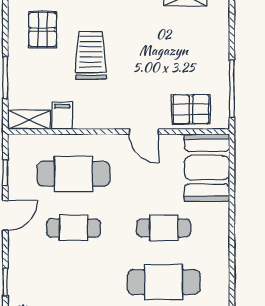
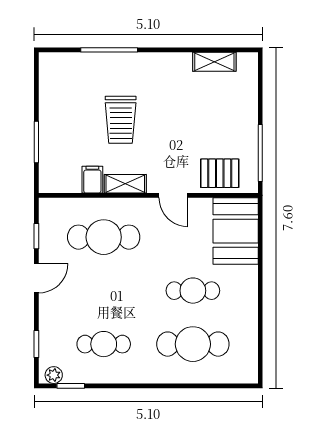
pallet: (43, 30) -> (73, 94), removed
trolley: (91, 55) -> (121, 120), turned 180
shelving: (29, 120) -> (125, 184), moved
cafe table: (73, 228) -> (104, 344), moved

